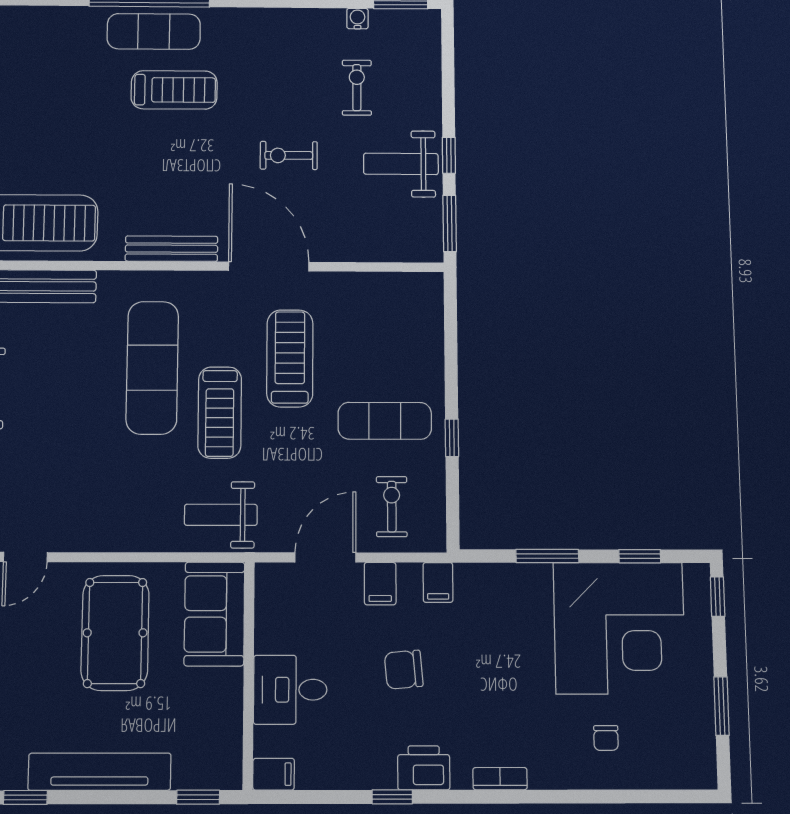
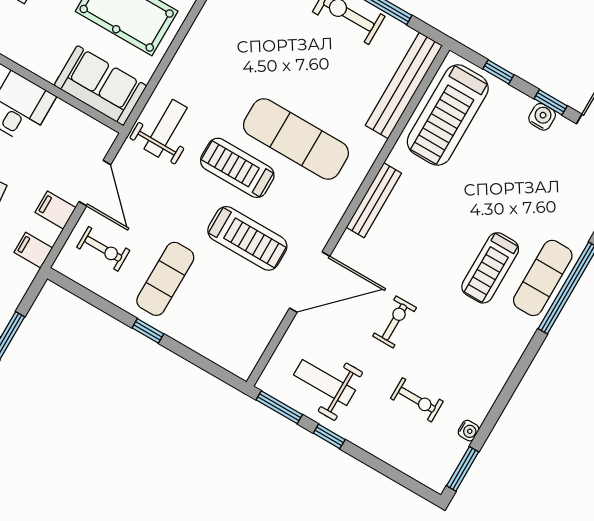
weight bench: (401, 164) -> (324, 382), moved, turned -90
door: (269, 266) -> (310, 282), moved
window: (452, 438) -> (148, 331), moved

